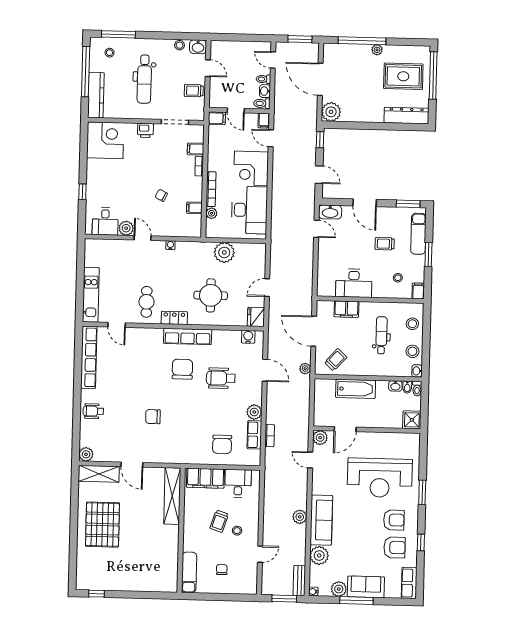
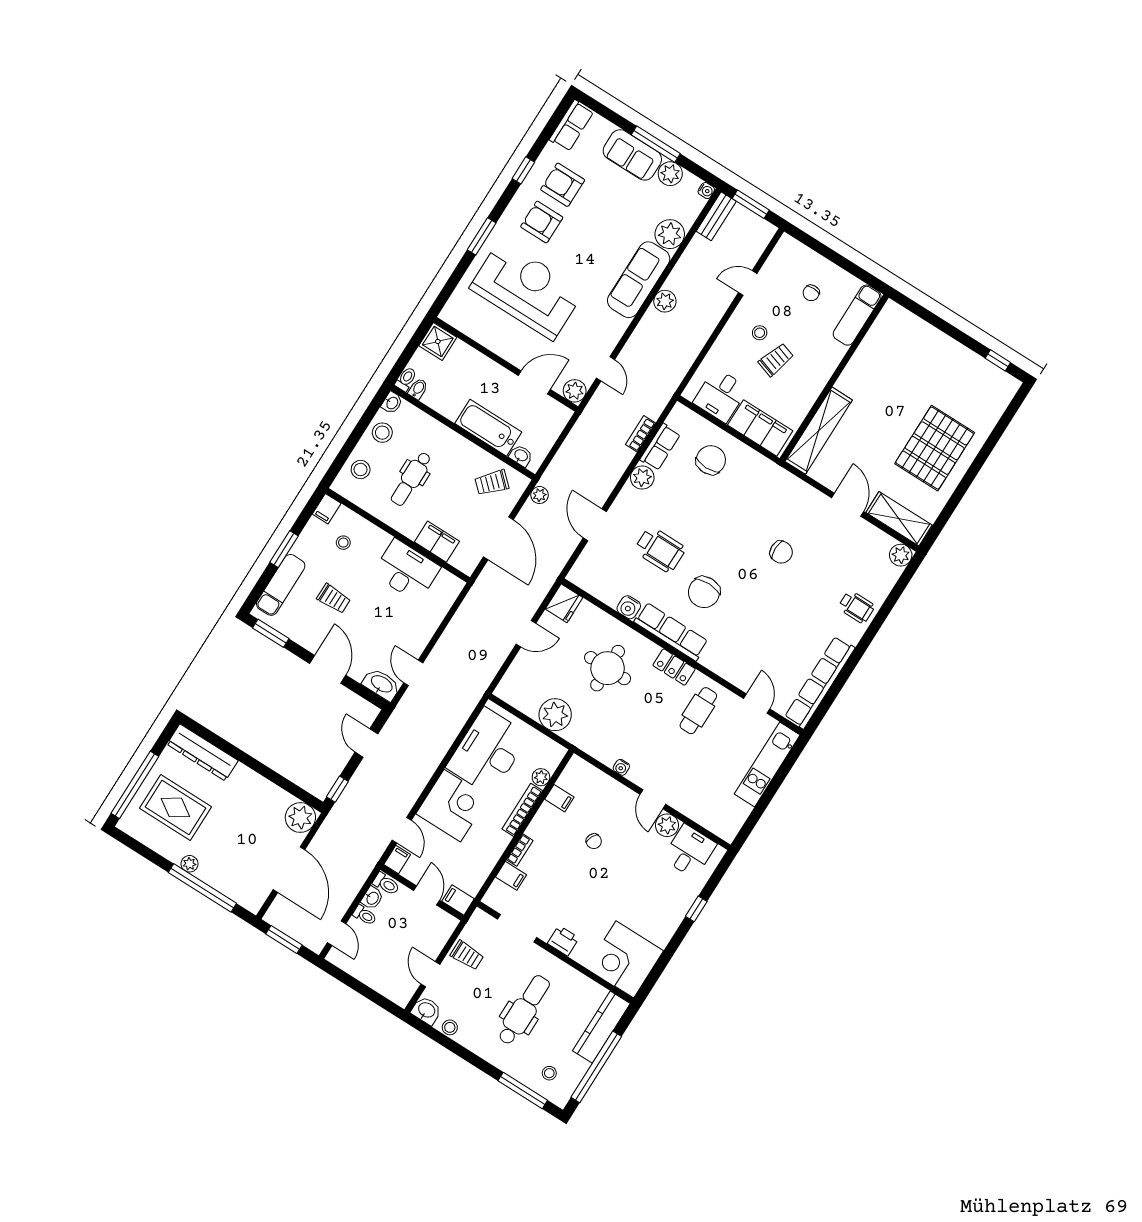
water cooler: (248, 337) -> (629, 607), moved
washbasin: (395, 386) -> (521, 456), moved

